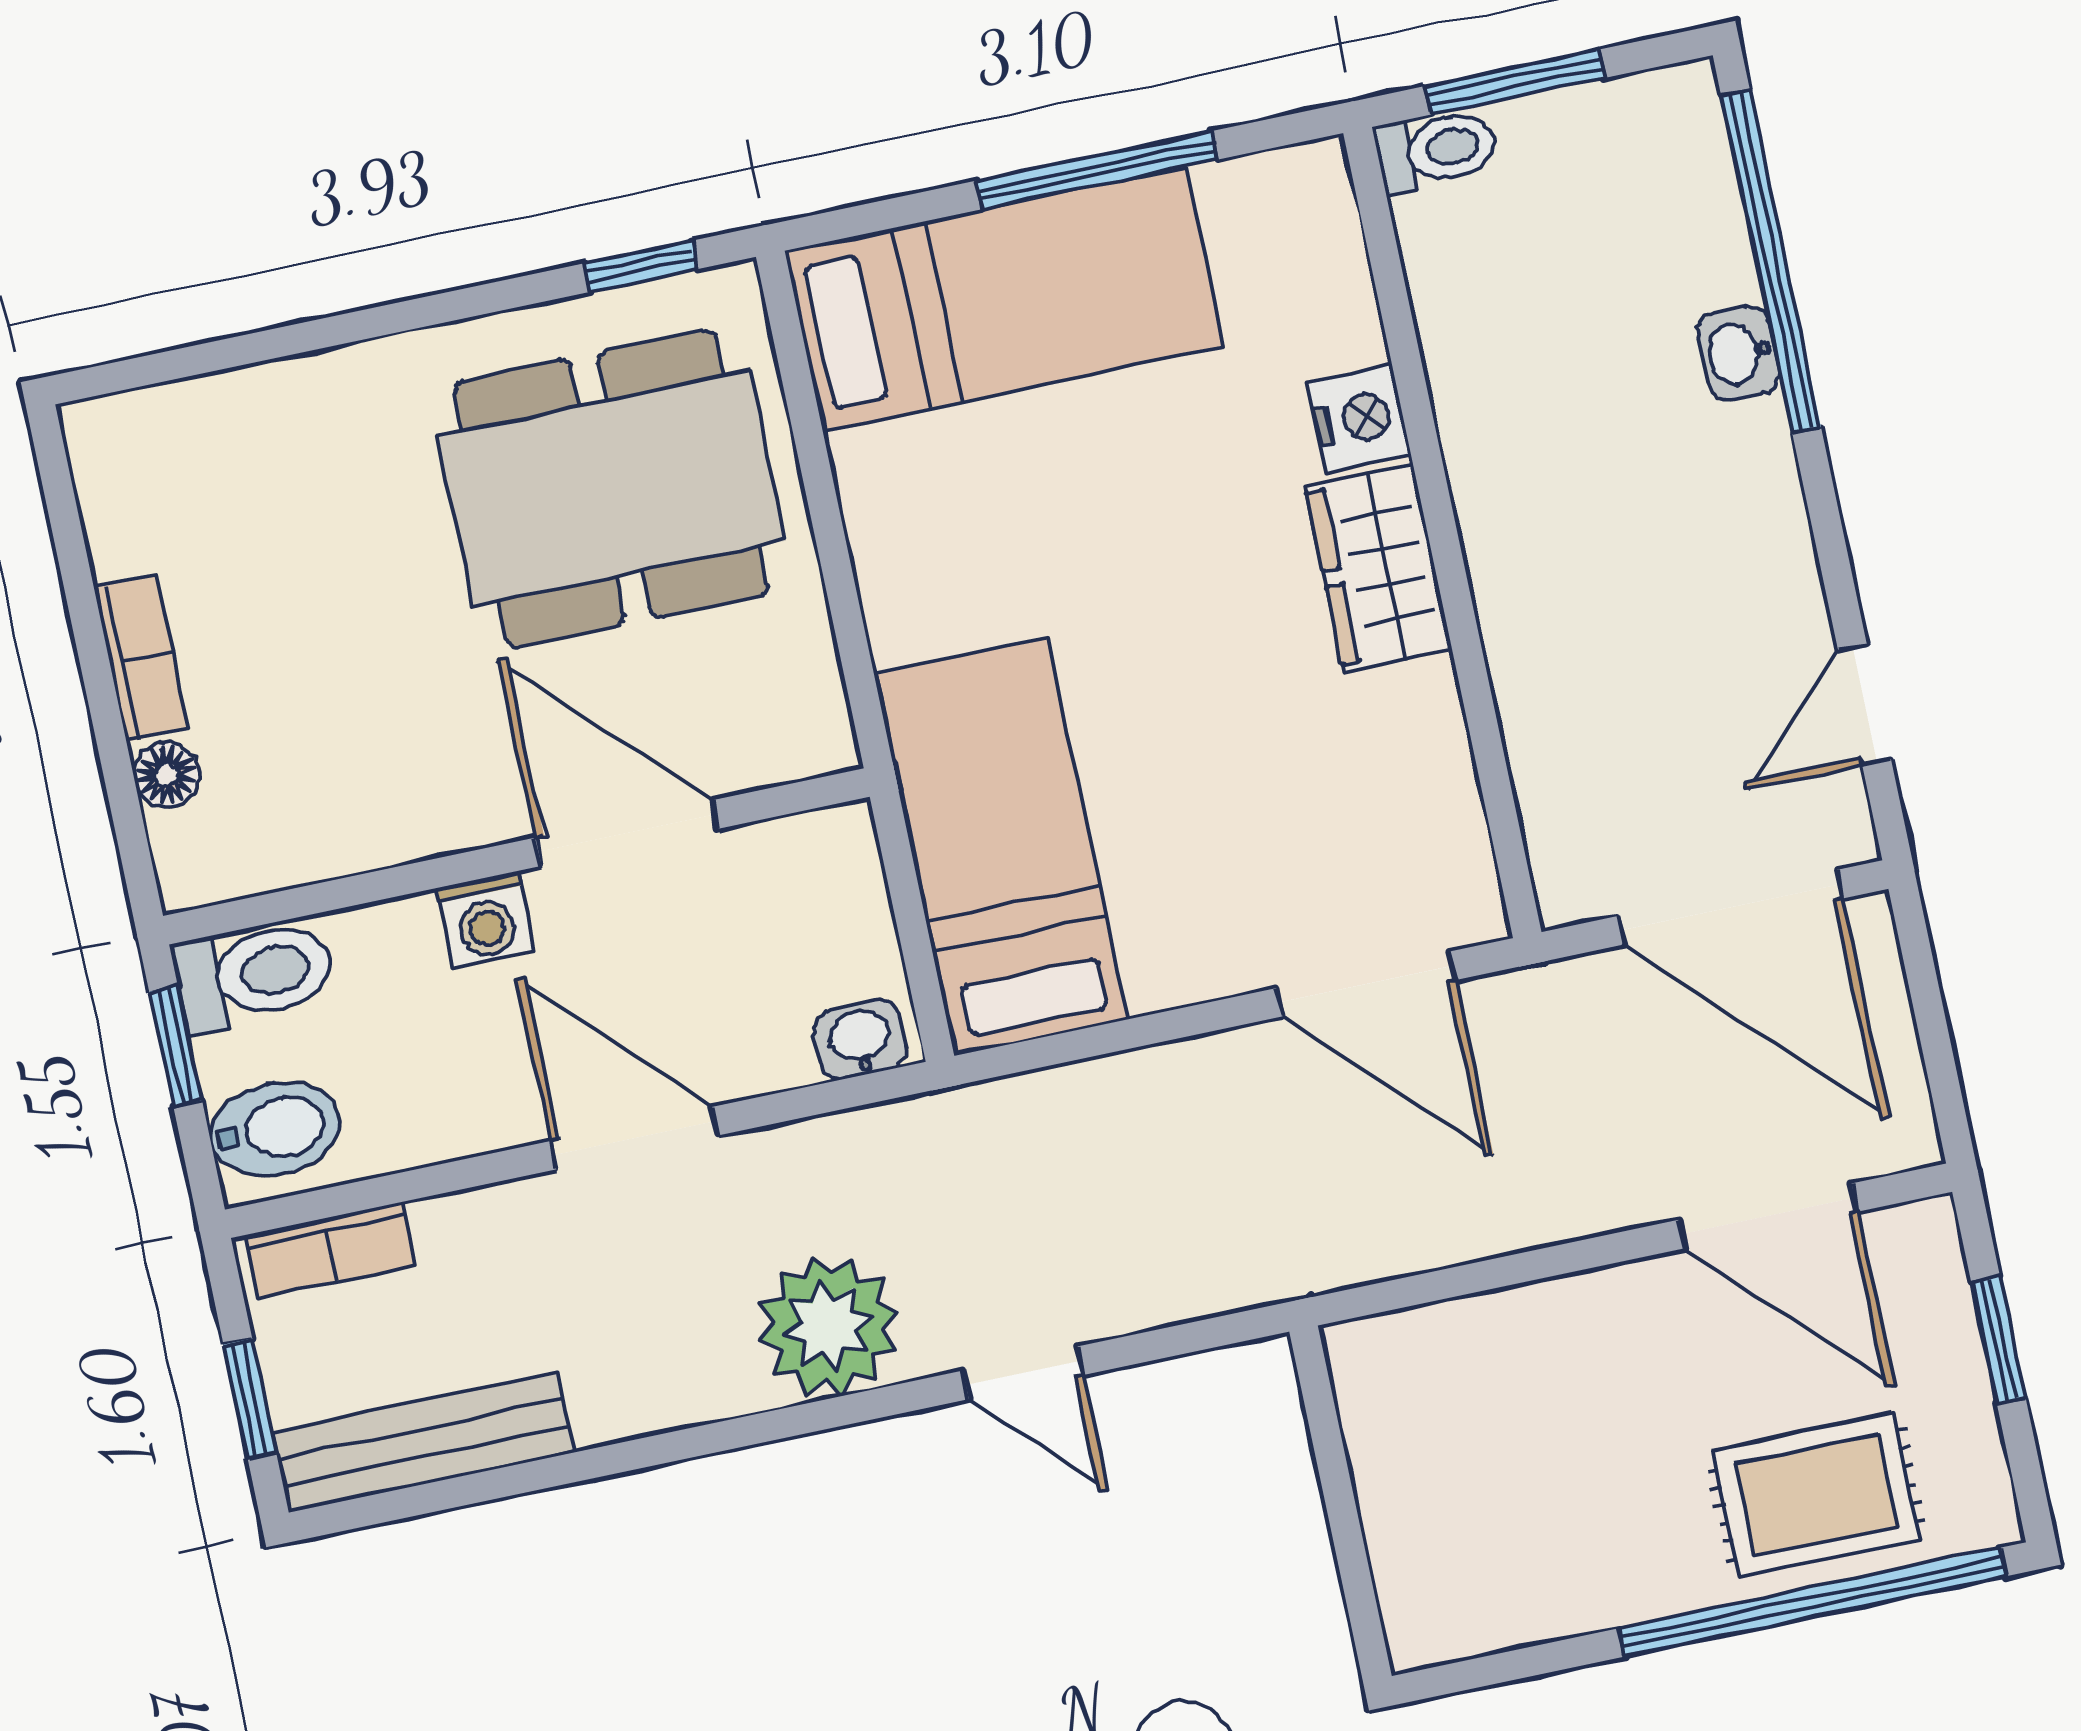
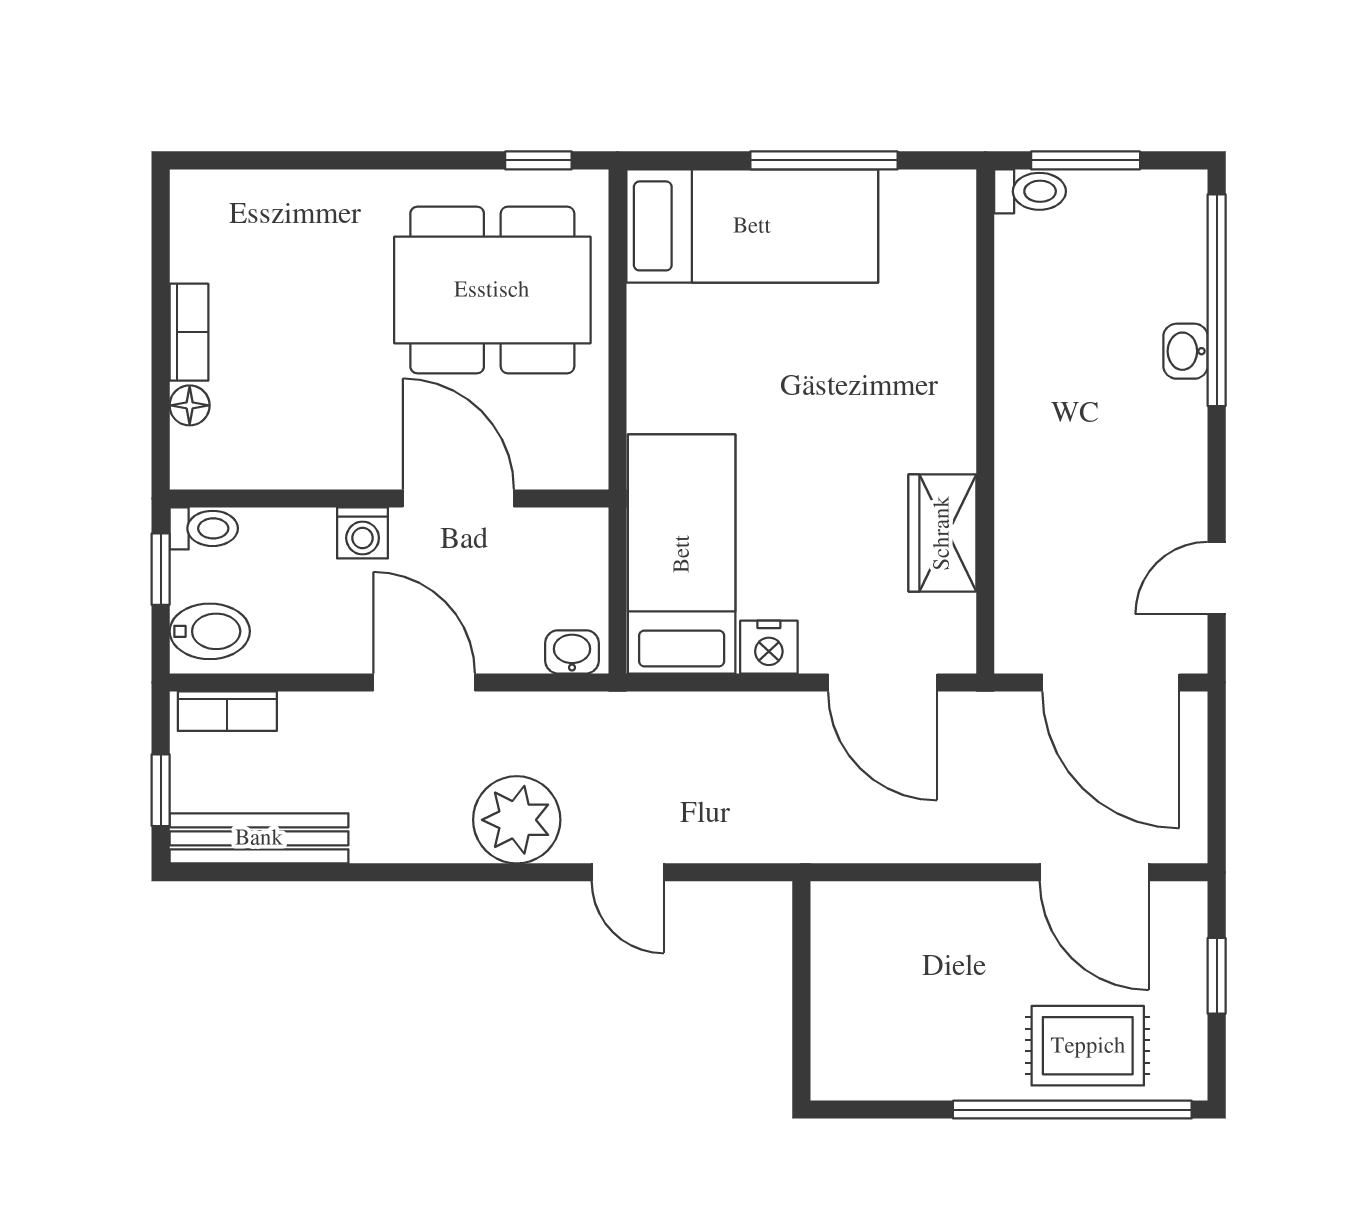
nightstand: (1359, 418) -> (769, 647), moved, turned 90
wardrobe: (1378, 568) -> (942, 533), moved
toilet: (254, 974) -> (204, 528), width x0.73, depth x0.72

